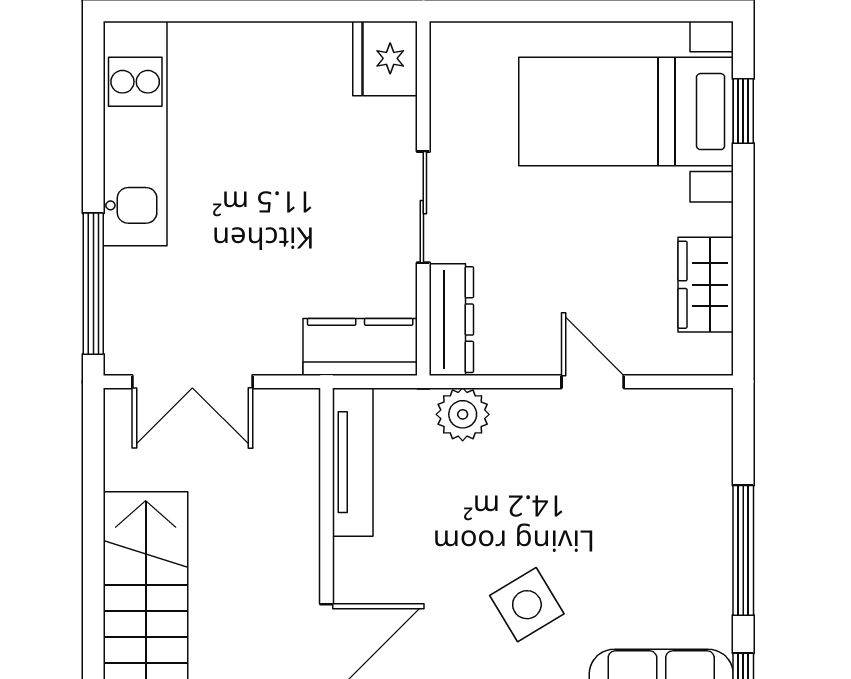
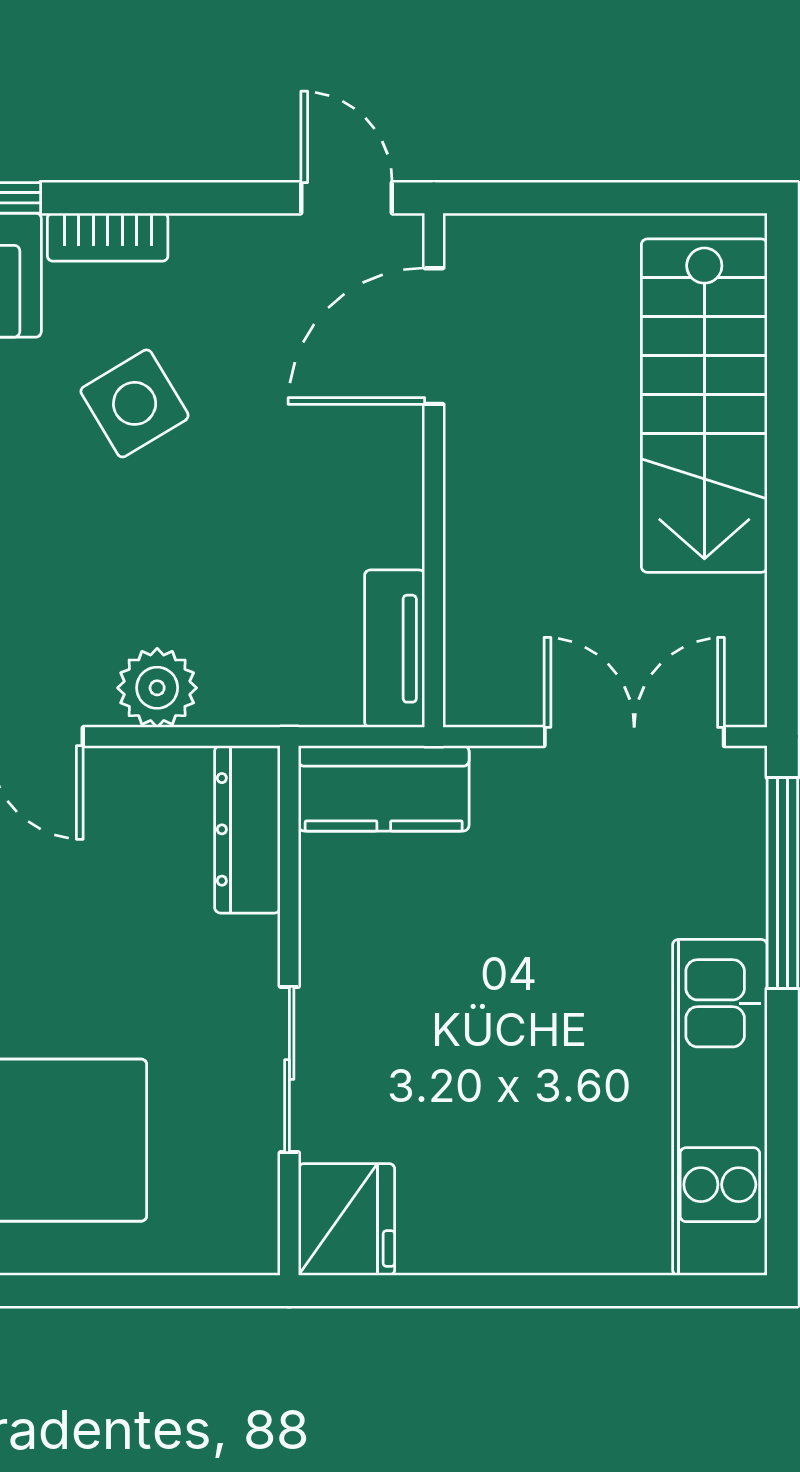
sliding door: (423, 207) -> (289, 1069), moved
plant: (463, 414) -> (157, 688), moved
tv unit: (353, 462) -> (395, 649), width x0.71

